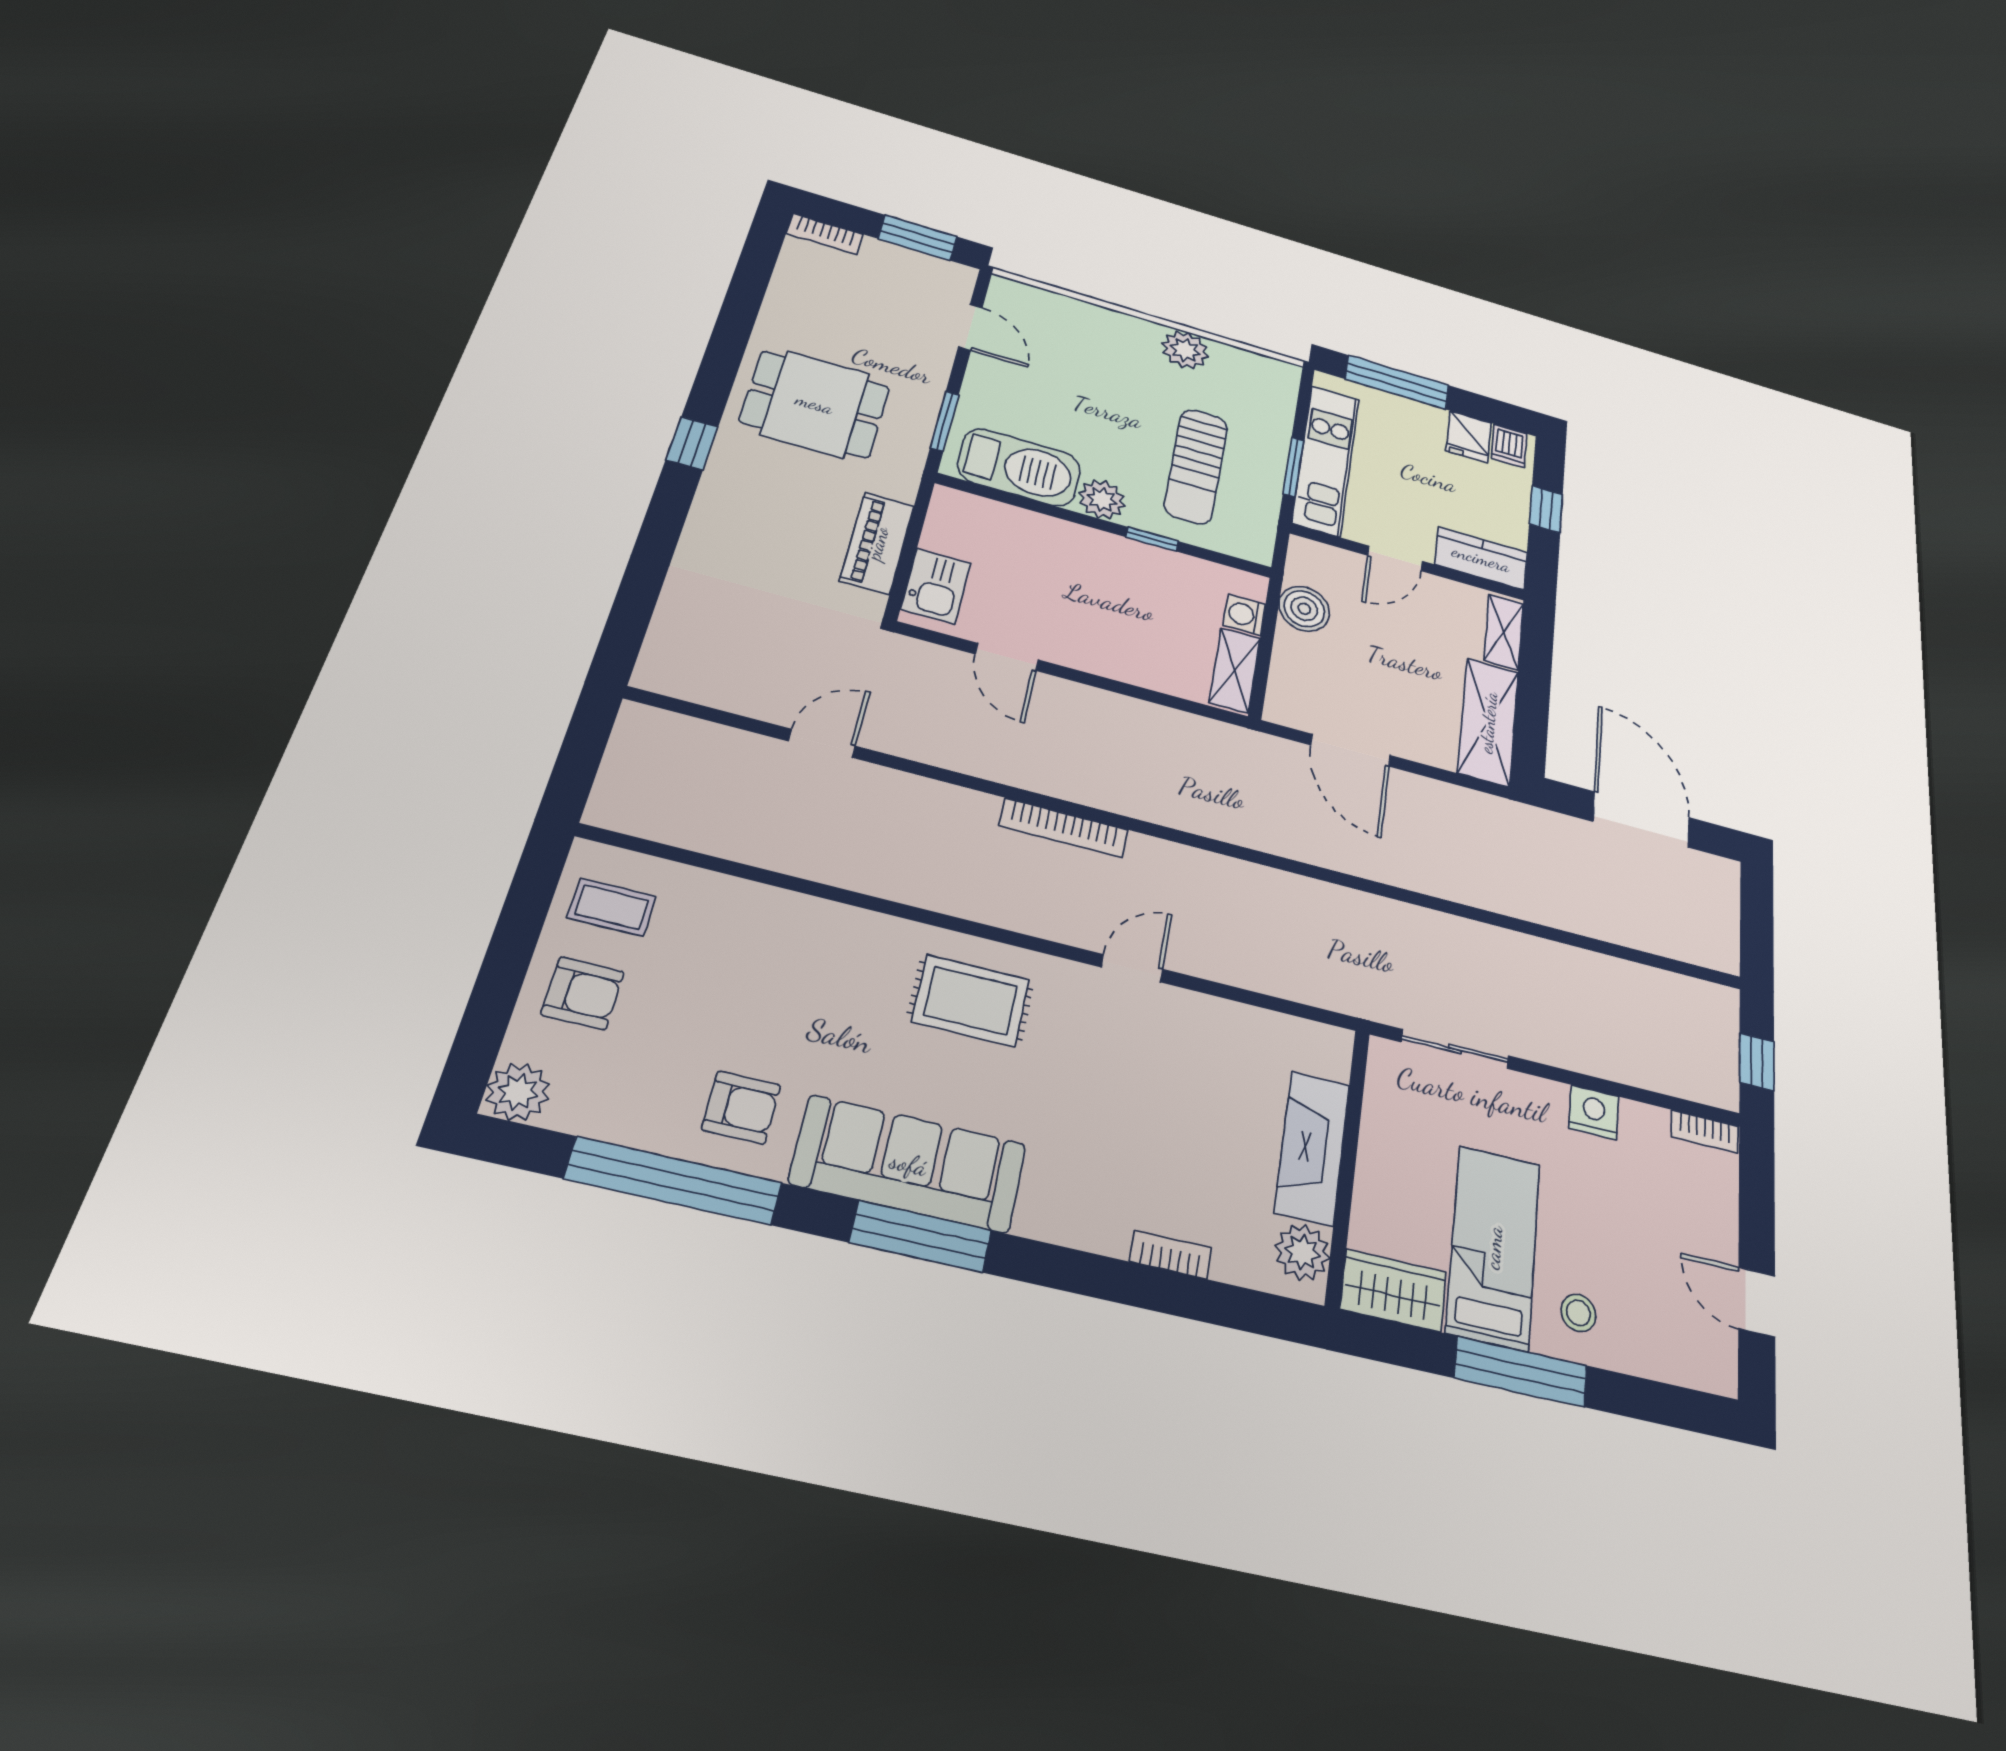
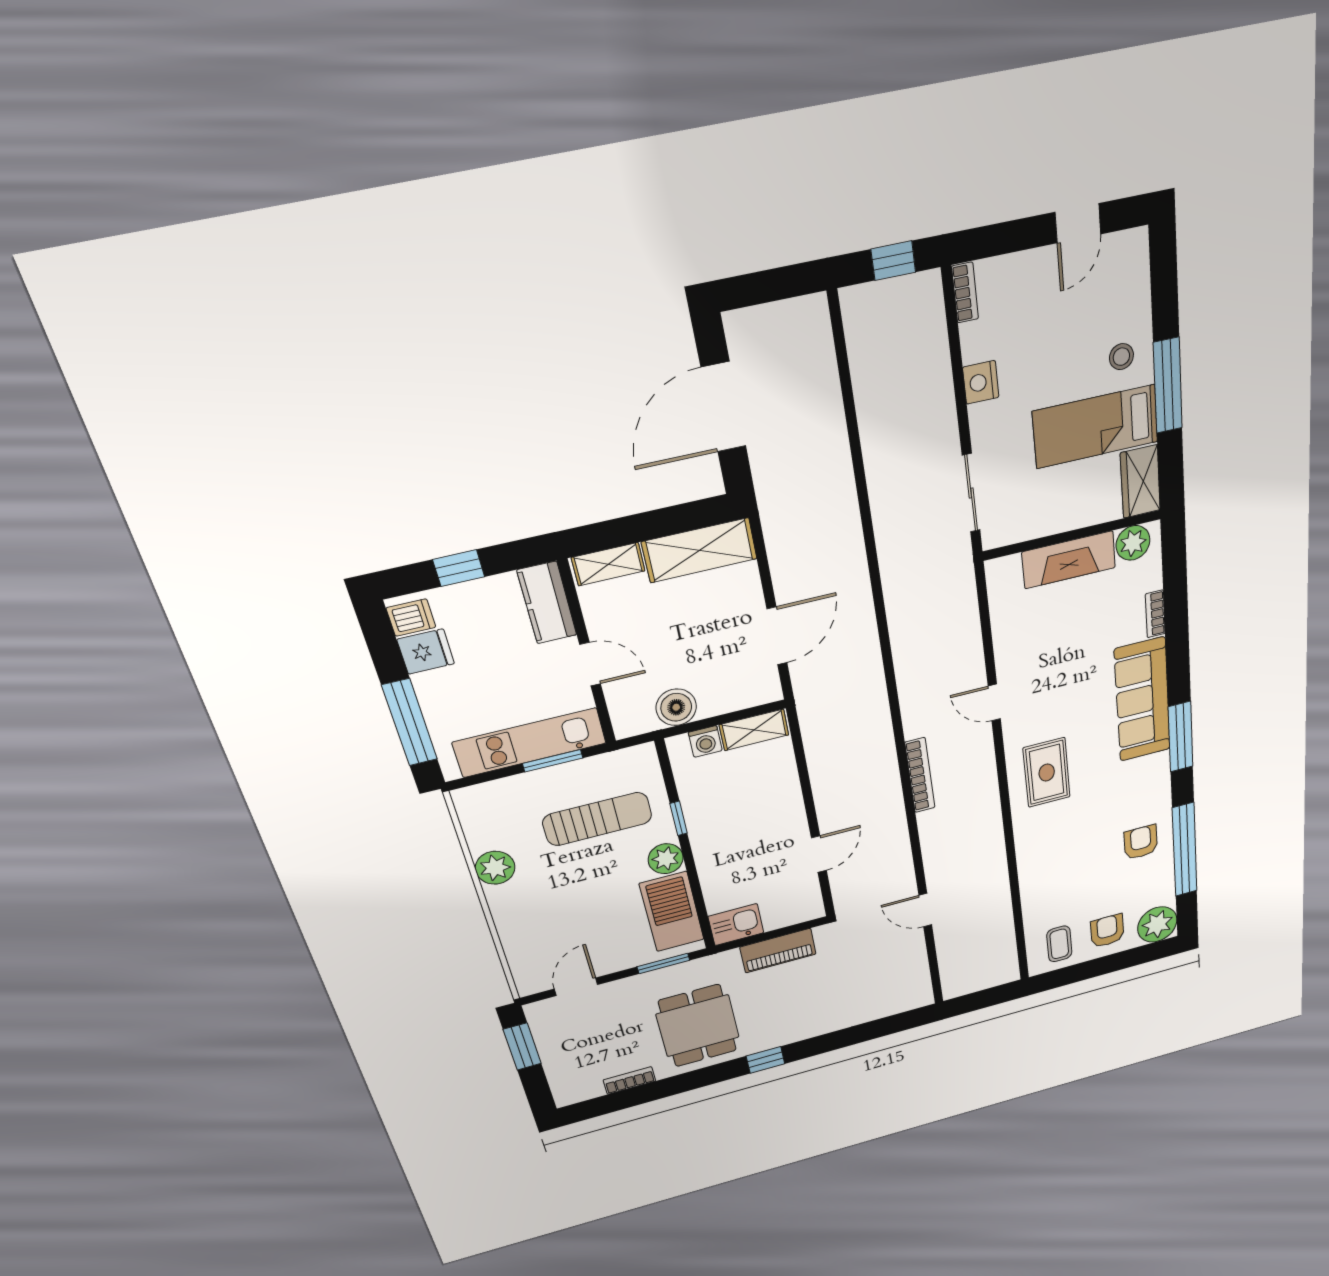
bookcase: (825, 234) -> (629, 1080), moved, turned -90
kitchen sink: (936, 586) -> (736, 925), moved
plant: (518, 1092) -> (1157, 924), width x1.36, depth x1.36
sofa: (909, 1164) -> (1142, 700), moved

